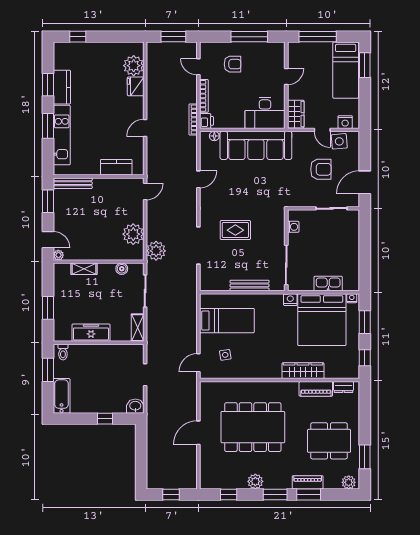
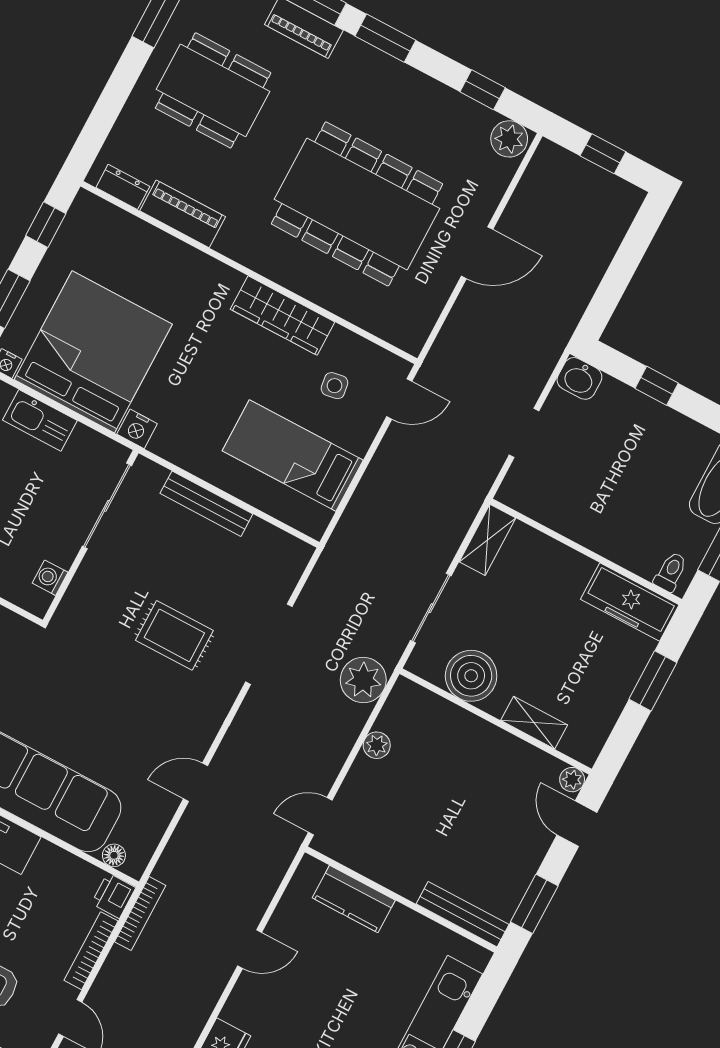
plant: (133, 234) -> (377, 745), width x0.53, depth x0.53
boiler: (122, 269) -> (471, 676), width x1.86, depth x1.86
freezer: (91, 333) -> (630, 602), moved
wardrobe: (303, 371) -> (283, 316), moved
plant: (255, 481) -> (509, 139), moved

